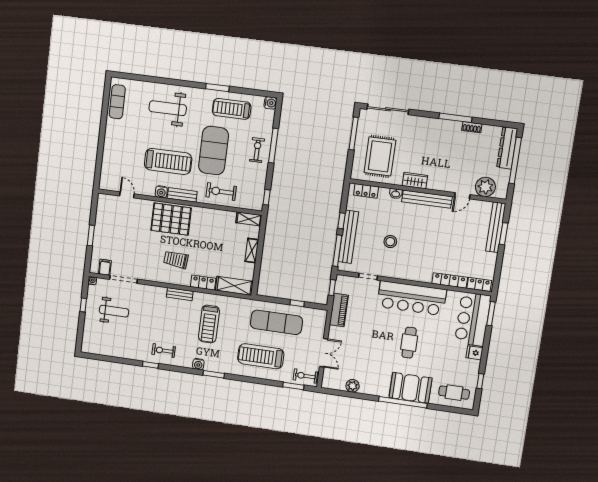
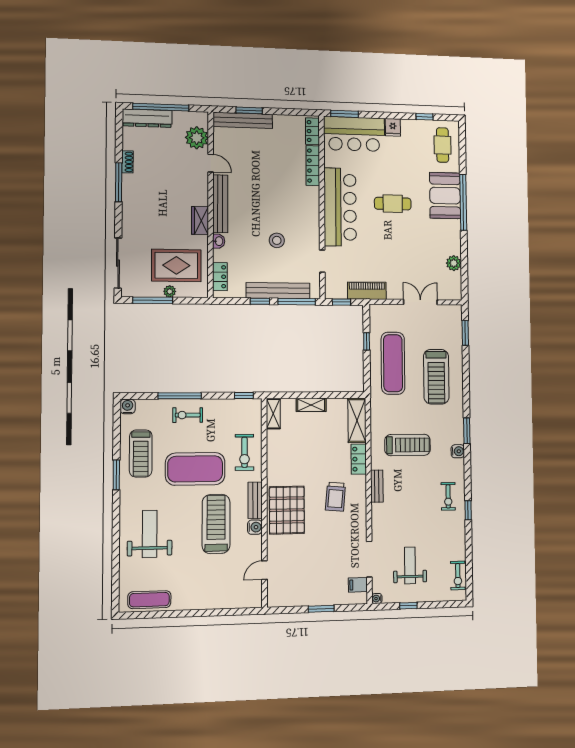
weight bench: (168, 108) -> (150, 534), turned 180
plant: (359, 148) -> (170, 291), added
exercise bike: (305, 376) -> (458, 576), moved

